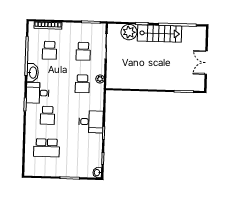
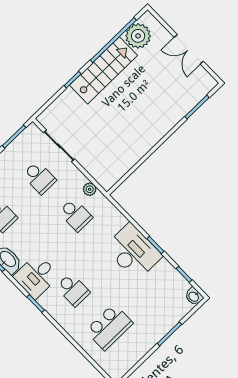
plant: (129, 32) -> (138, 36), moved
desk: (91, 122) -> (133, 252), width x1.37

